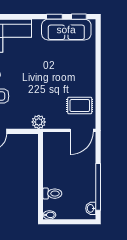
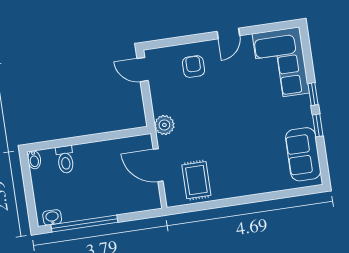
window: (79, 17) -> (313, 94), moved
sofa: (66, 30) -> (303, 154), width x0.73
door: (82, 130) -> (158, 165), moved

